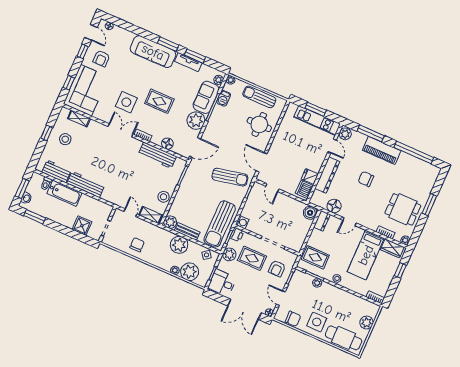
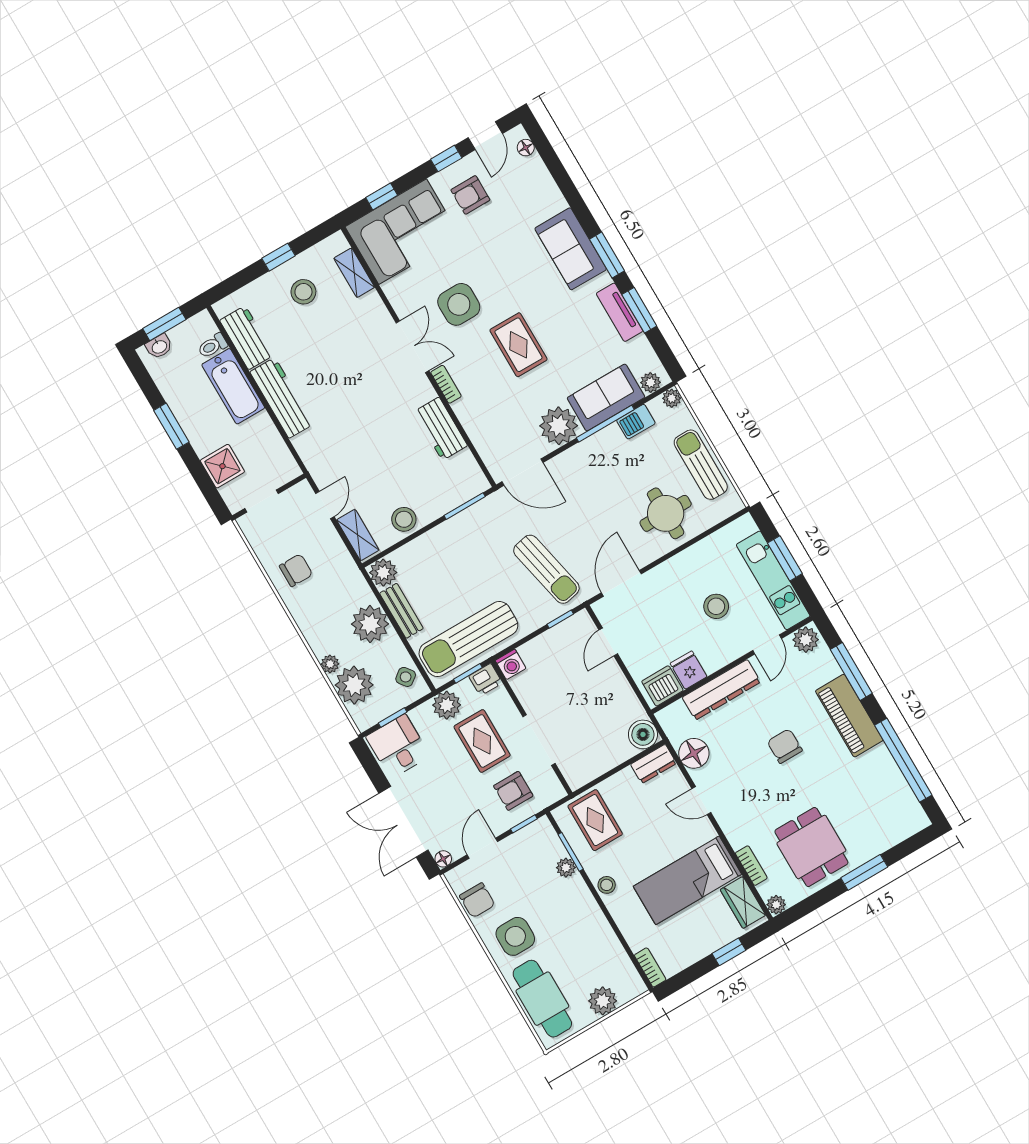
sofa: (153, 52) -> (571, 249), width x0.73
floor lamp: (167, 144) -> (479, 430), removed
stool: (303, 145) -> (716, 606), added
workbench: (157, 155) -> (441, 429), width x0.73
window: (35, 217) -> (171, 426), moved

